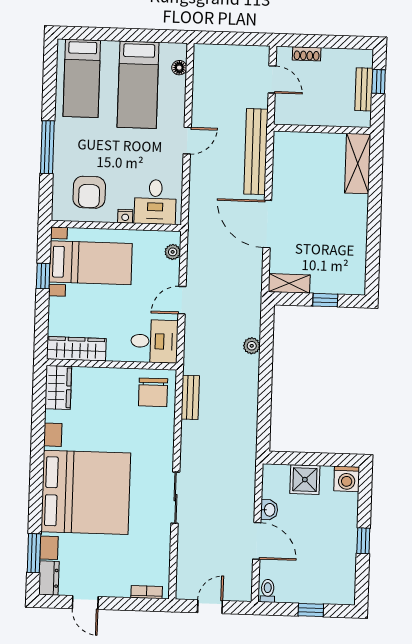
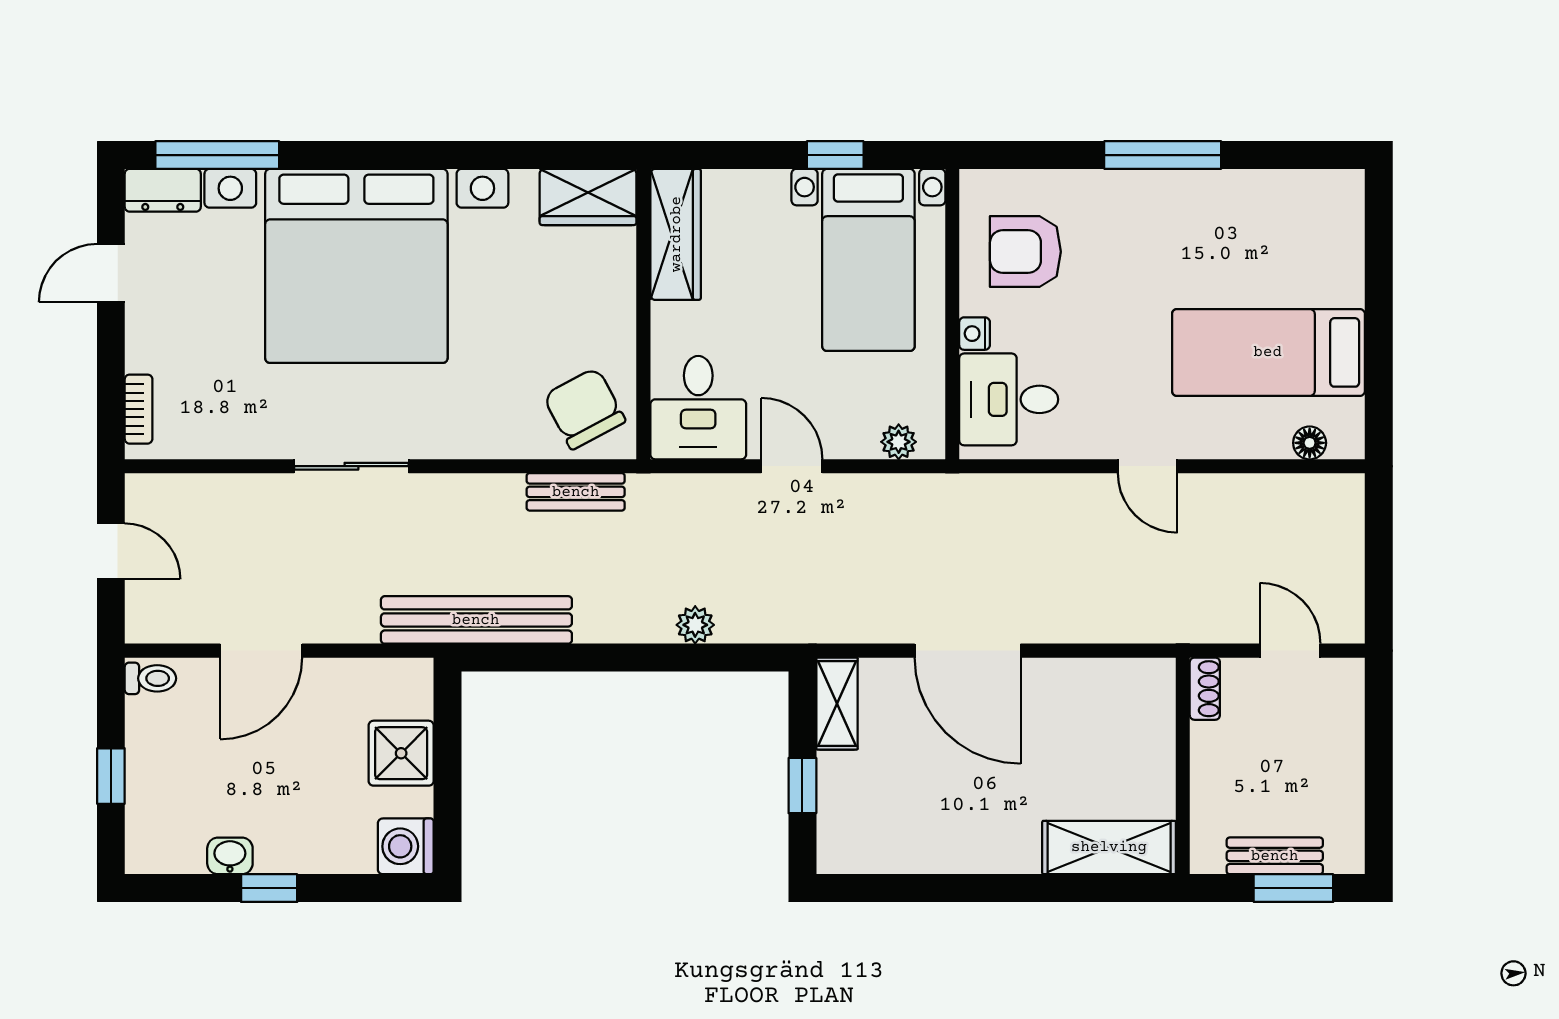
shoe rack: (307, 54) -> (1205, 689), moved, turned 180
bed: (82, 78) -> (1279, 227), removed
door: (272, 79) -> (1290, 651), swing flipped
window: (379, 82) -> (1293, 888), width x1.50
window: (47, 147) -> (1163, 155), moved
bench: (256, 152) -> (476, 620), moved
door: (267, 224) -> (968, 651), swing flipped
chair: (153, 392) -> (584, 408), turned 62
washbasin: (269, 510) -> (230, 856), moved, turned 180
window: (34, 553) -> (217, 155), width x1.44

